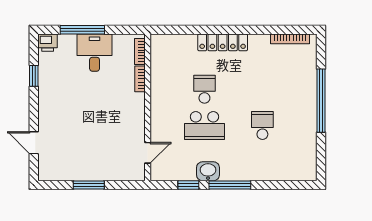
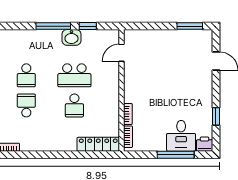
locker: (223, 42) -> (98, 144), moved
desk: (95, 53) -> (181, 136), moved
school desk: (262, 89) -> (26, 105), added
school desk: (204, 125) -> (74, 75), turned 180
window: (89, 185) -> (190, 26), moved

